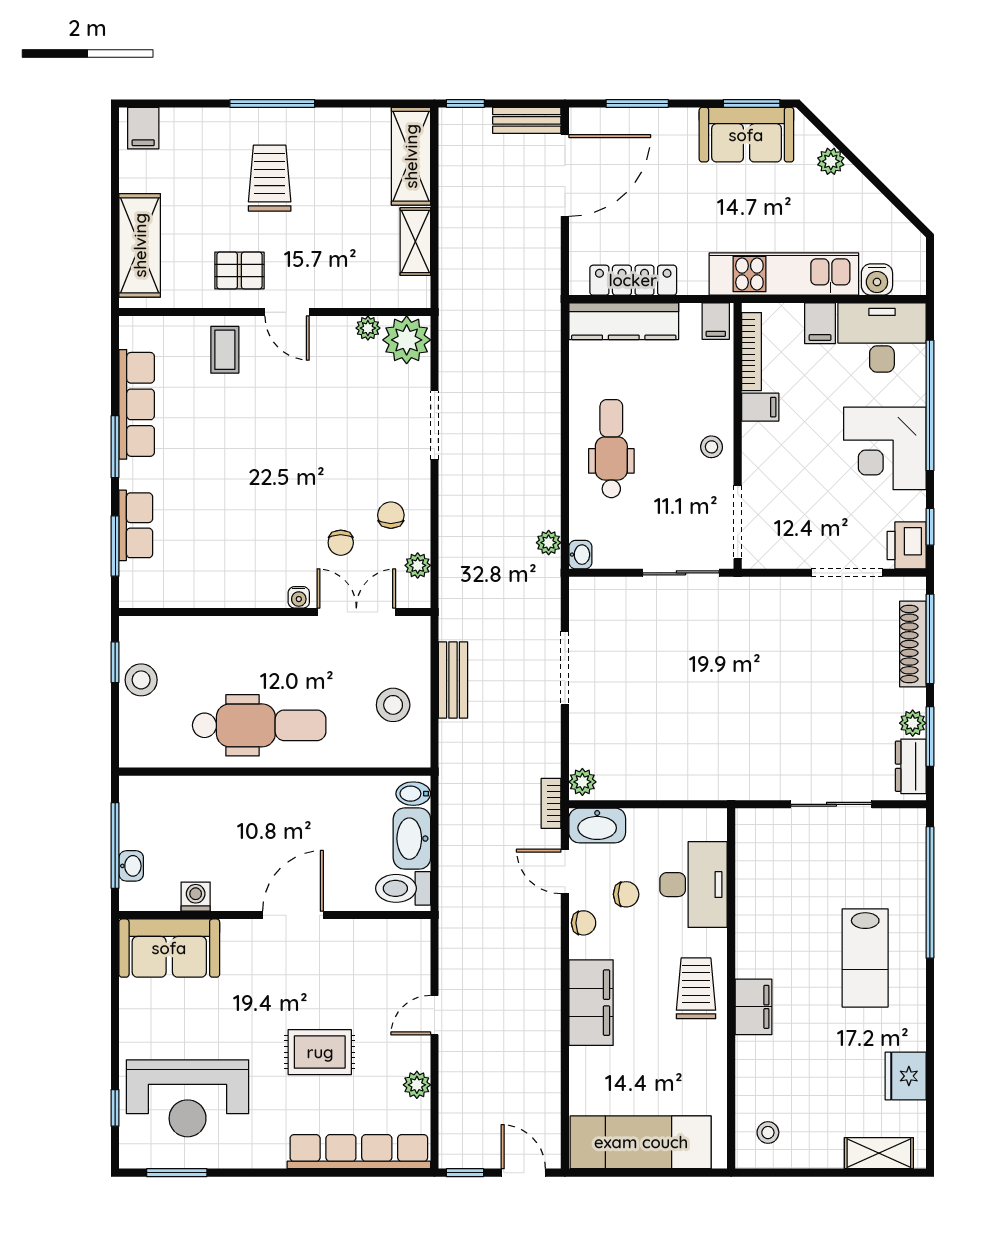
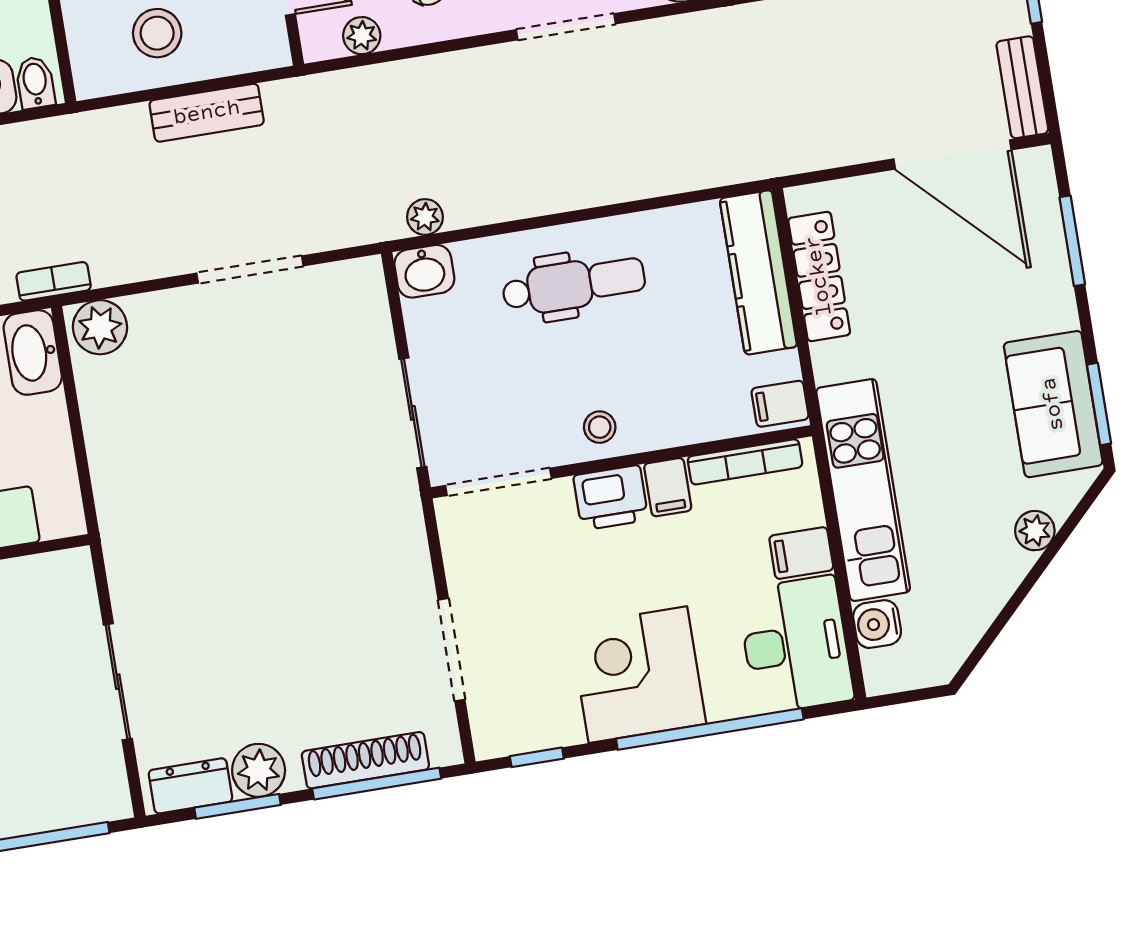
printer: (907, 545) -> (611, 498), moved, turned 180
washbasin: (580, 555) -> (424, 271), width x1.38, depth x1.45
plant: (913, 723) -> (259, 770), width x1.38, depth x1.38
plant: (582, 782) -> (100, 327), width x1.38, depth x1.38

